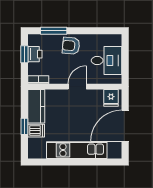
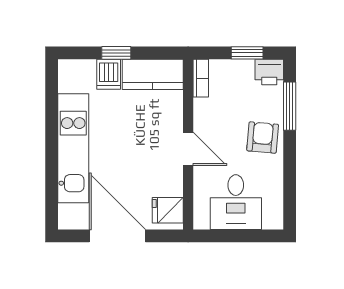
printer: (35, 54) -> (269, 72), moved

